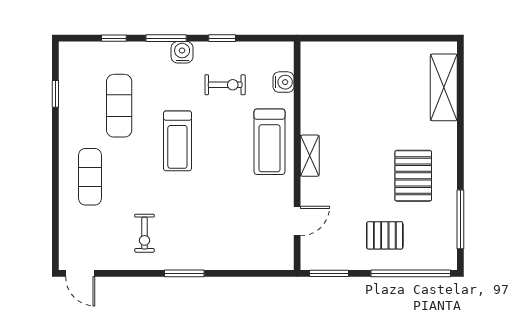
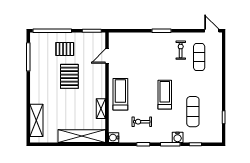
water cooler: (182, 52) -> (178, 137), moved
shelving: (349, 55) -> (82, 136), added
water cooler: (284, 82) -> (114, 138), moved
shelving: (310, 156) -> (101, 109), moved
pallet: (413, 176) -> (69, 76), moved
exercise mat: (90, 177) -> (199, 57), moved

